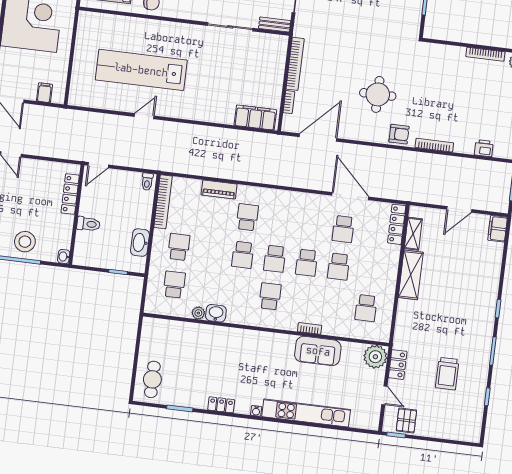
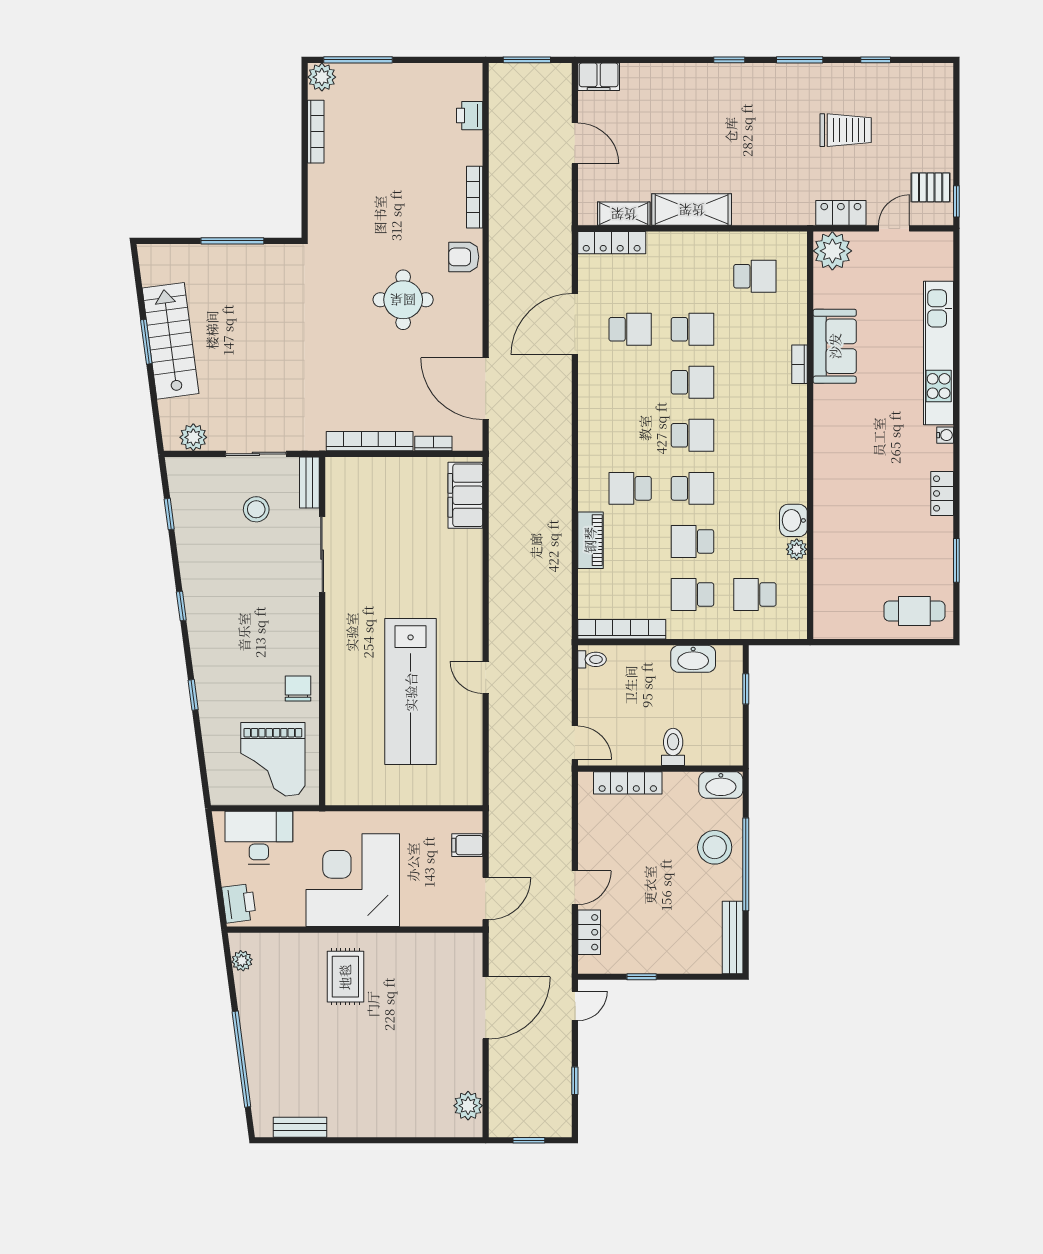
armchair: (399, 134) -> (464, 257), turned -90
washbasin: (64, 257) -> (721, 785), width x1.91, depth x1.45
school desk: (270, 296) -> (692, 541), moved

